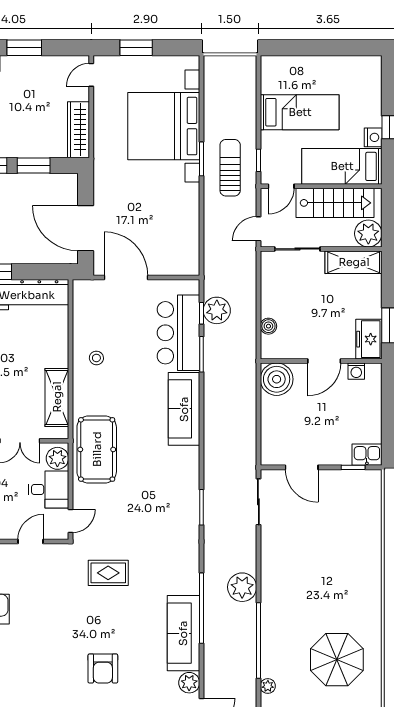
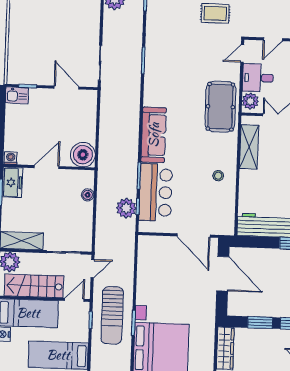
sun lounger: (230, 168) -> (112, 315), width x1.36, depth x1.34
washing machine: (356, 371) -> (11, 158), moved

